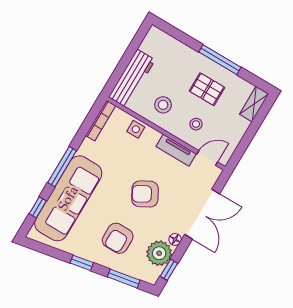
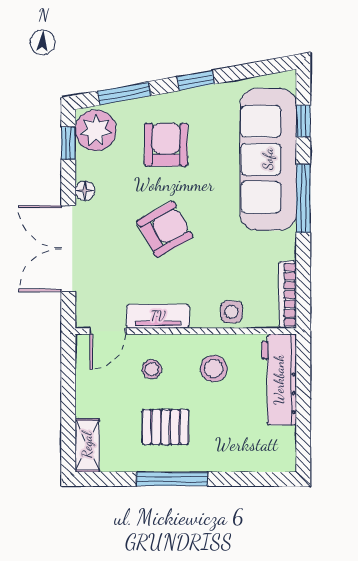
plant: (159, 253) -> (96, 130), moved

